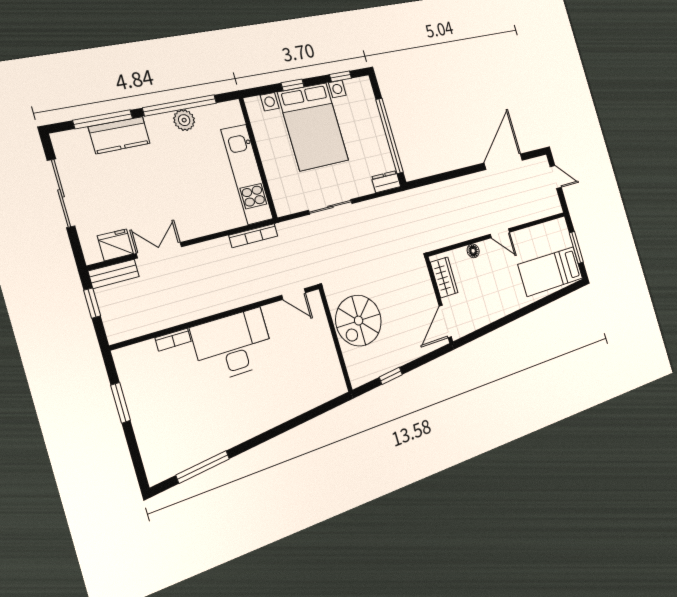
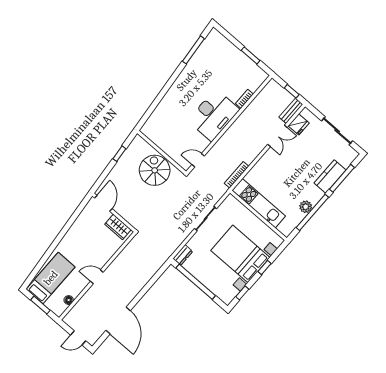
floor lamp: (473, 251) -> (69, 300), moved

